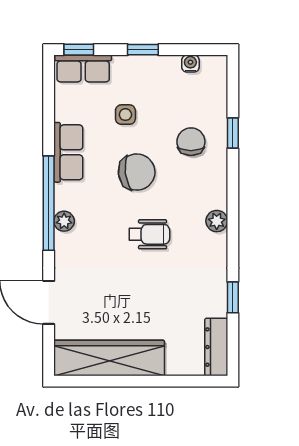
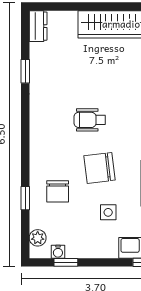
window: (143, 50) -> (66, 262), moved
plant: (217, 221) -> (38, 238), moved
dresser: (216, 347) -> (38, 26), width x0.70

